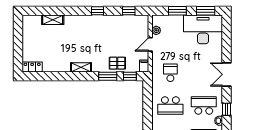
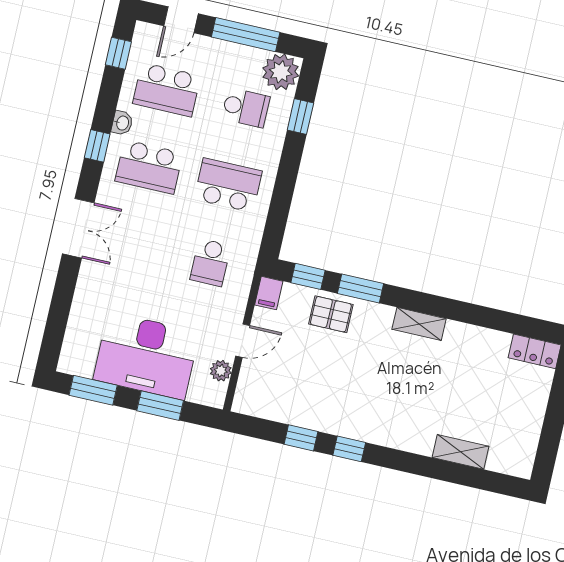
window: (129, 11) -> (301, 438), moved
desk: (203, 29) -> (146, 356), moved

